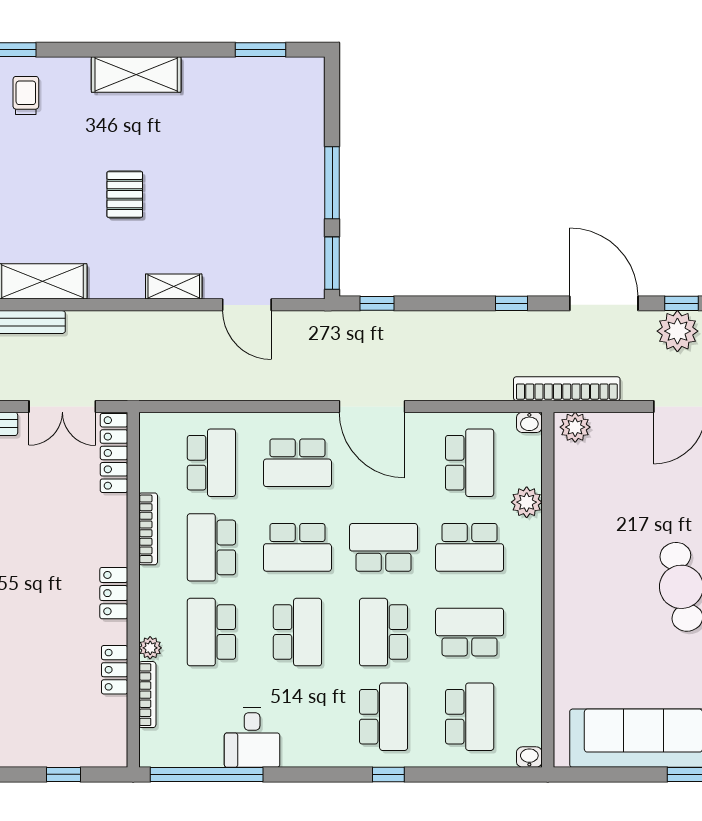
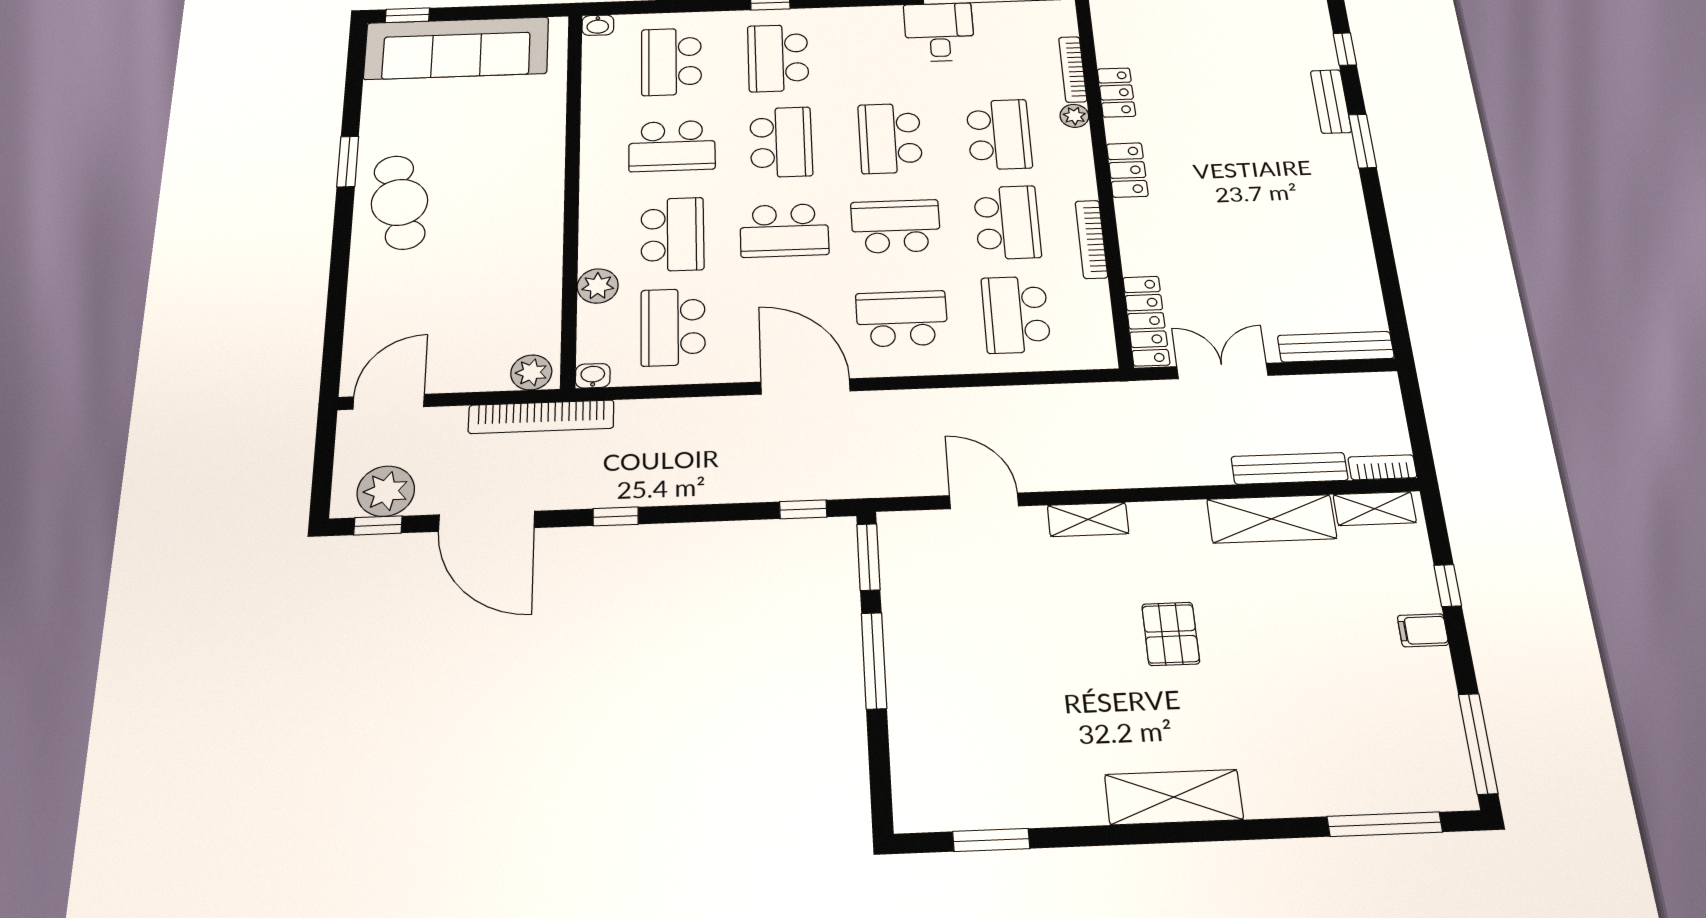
trolley: (26, 95) -> (1333, 761), removed
school desk: (470, 547) -> (672, 234), turned 90

